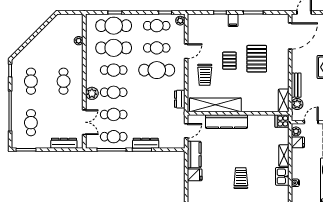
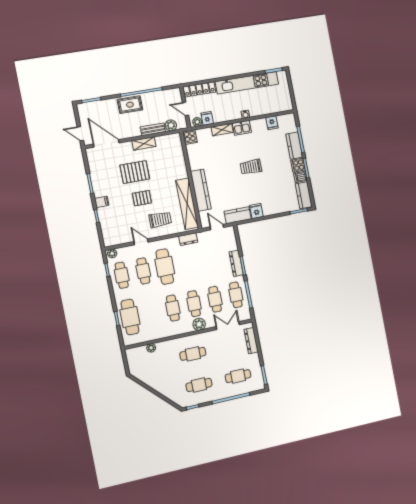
cafe table: (114, 48) -> (151, 313), removed
shelving: (284, 100) -> (144, 143), moved

